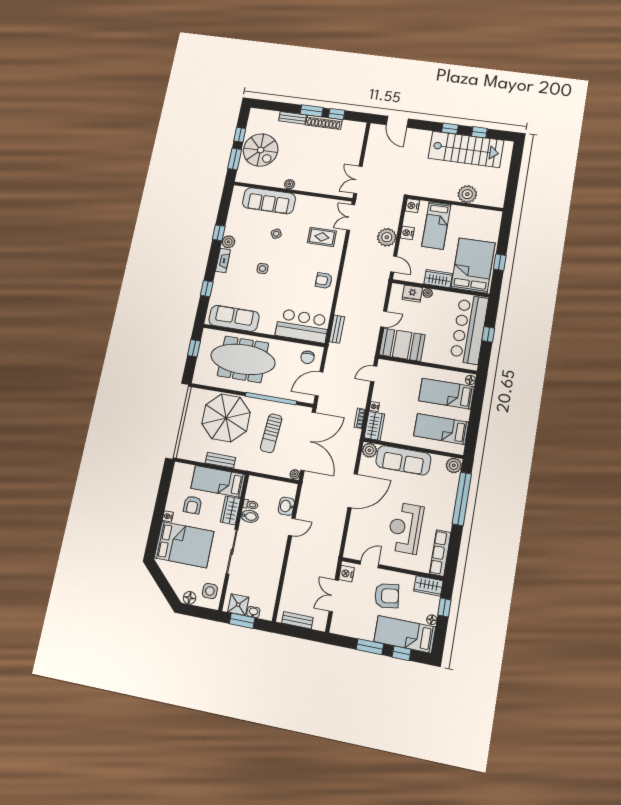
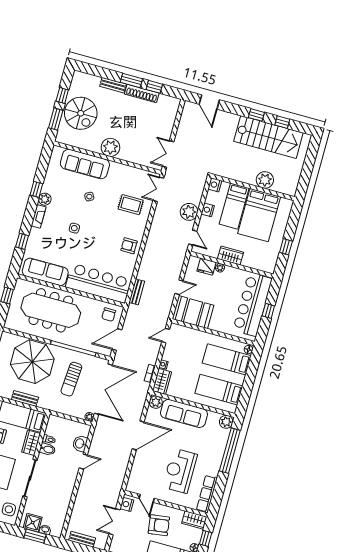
plant: (290, 184) -> (110, 147), width x1.87, depth x1.87
bed: (473, 265) -> (259, 215), moved, turned 180
bar counter: (302, 326) -> (98, 283), width x1.36
door: (369, 564) -> (147, 498), swing flipped

